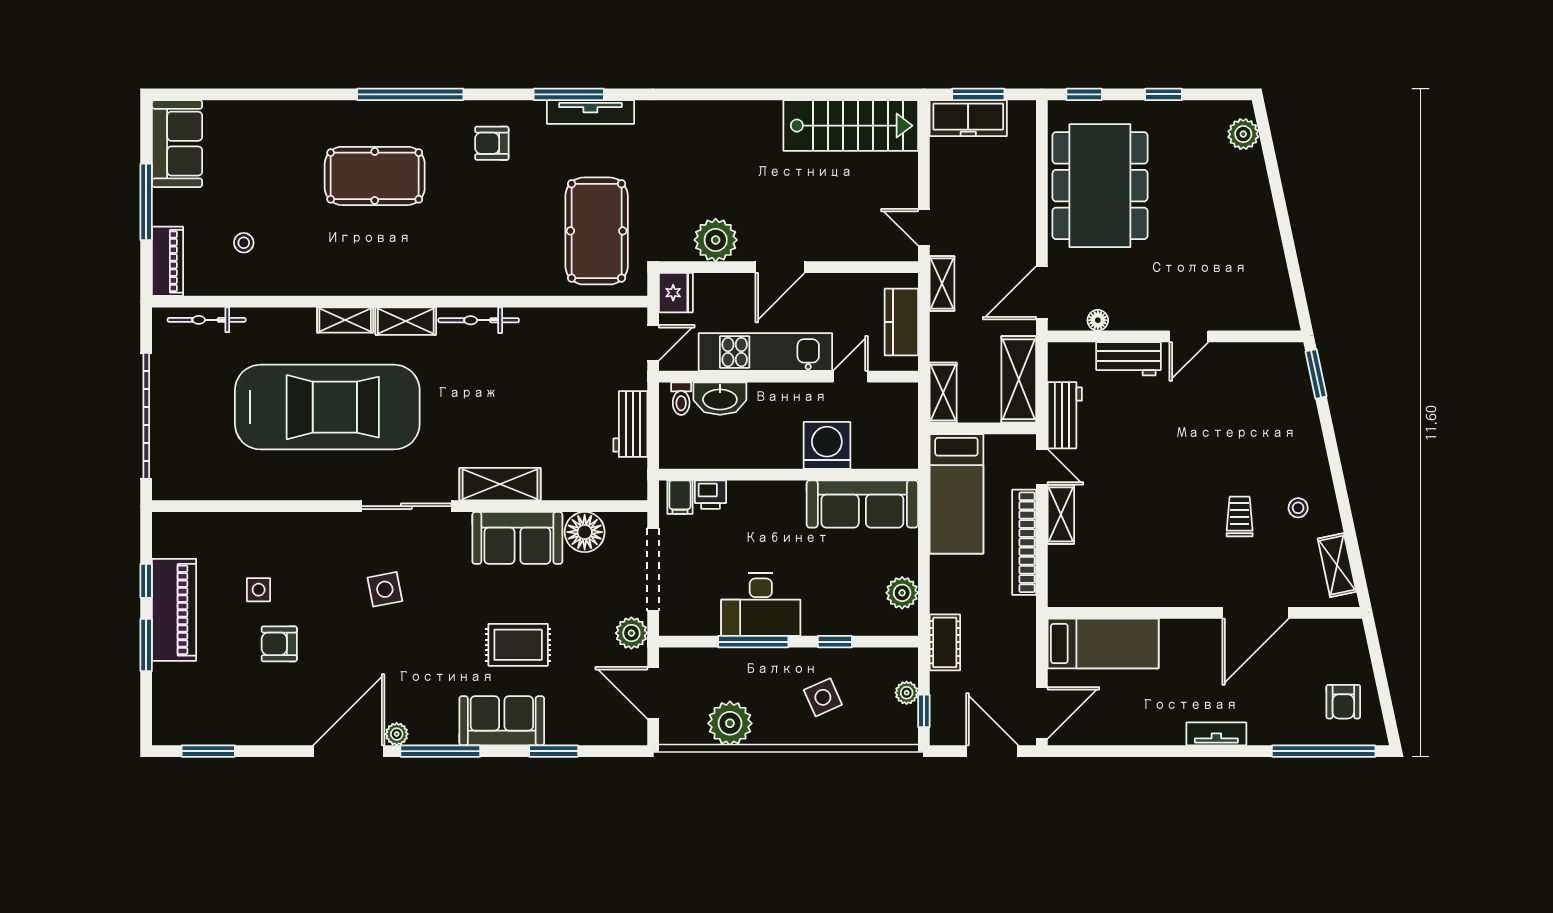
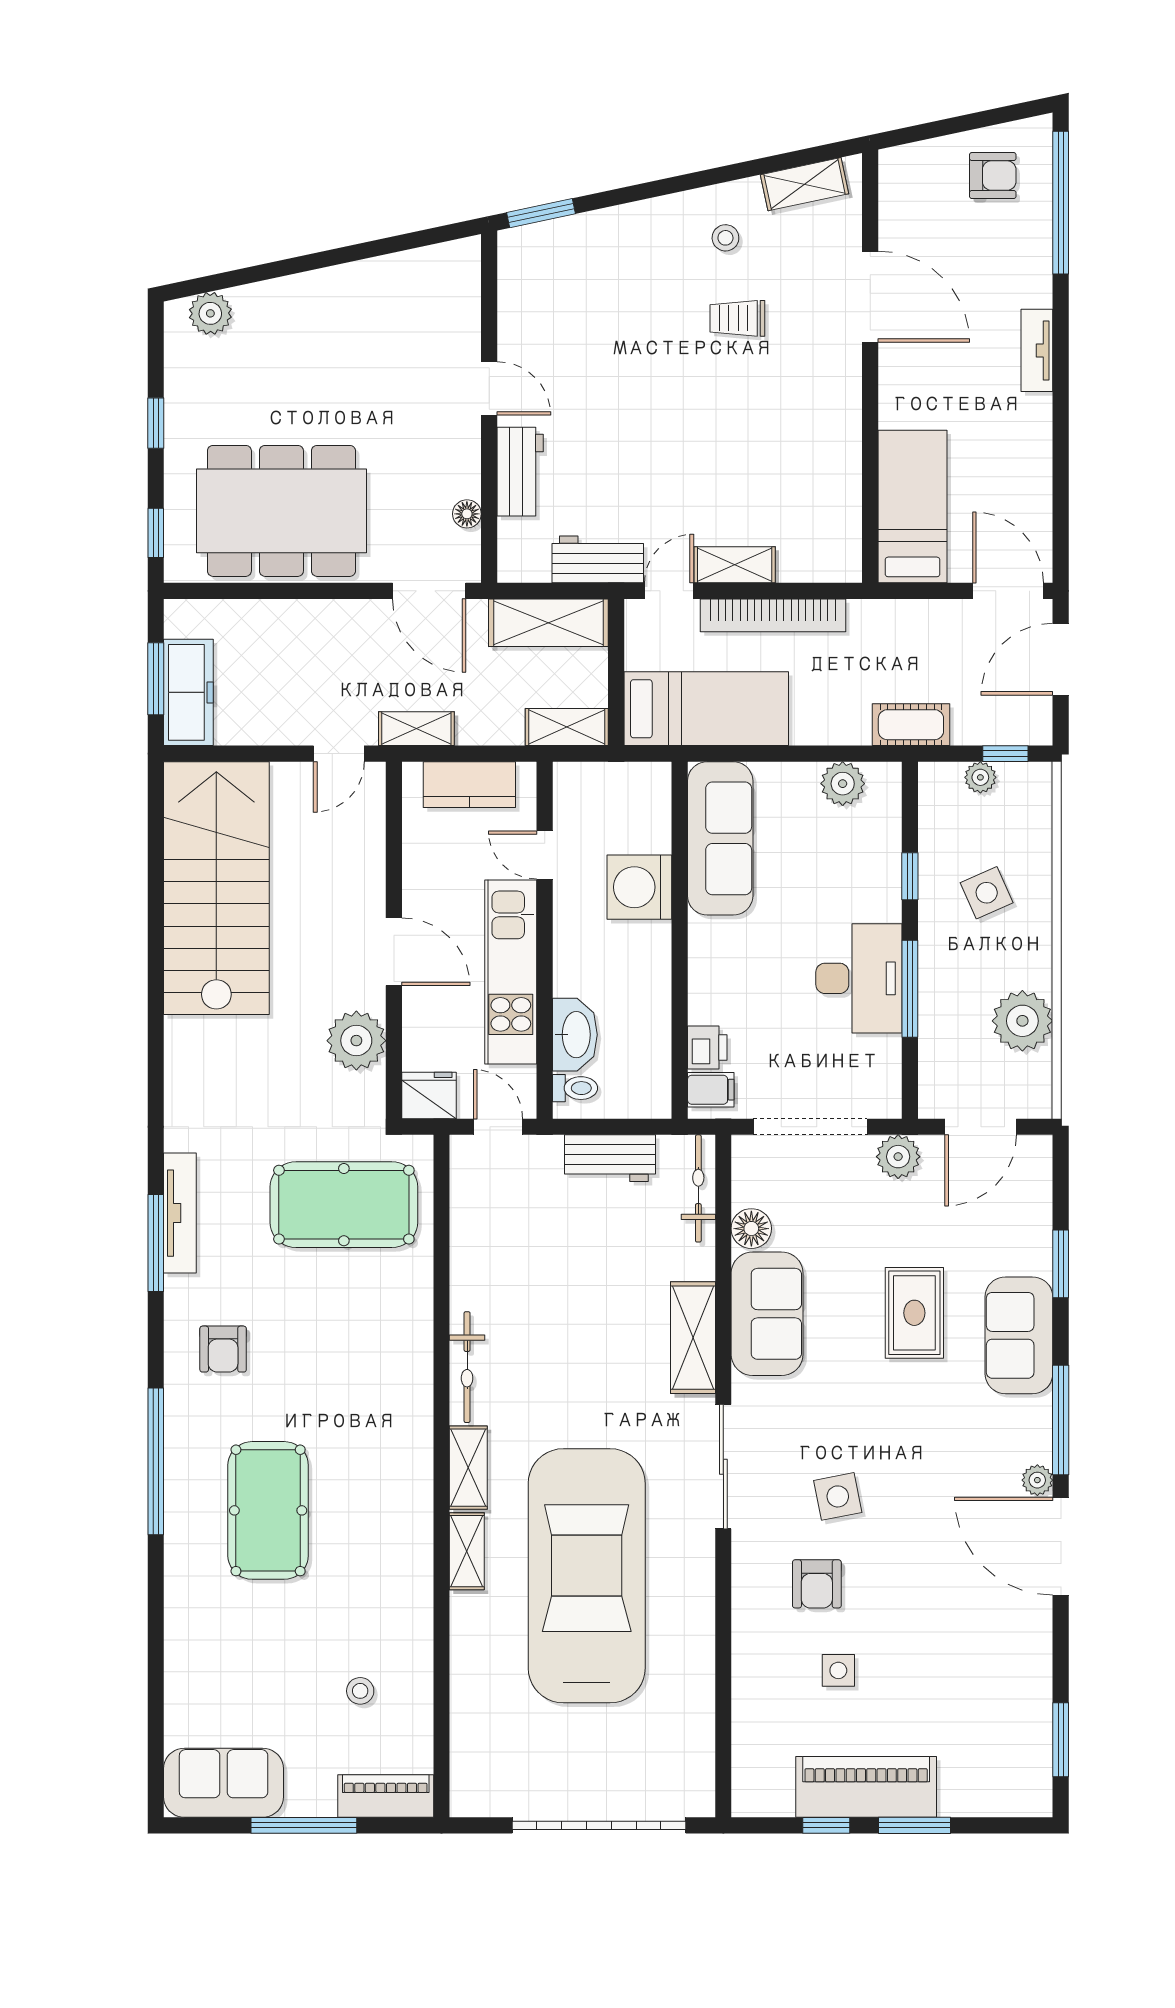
stairs: (851, 126) -> (216, 888), width x1.36, depth x1.51
bicycle: (207, 320) -> (698, 1188), moved, turned 180
floor lamp: (585, 532) -> (751, 1229), width x0.73, depth x0.73
armchair: (279, 644) -> (817, 1584), moved

